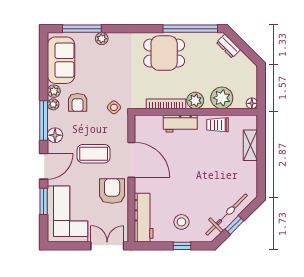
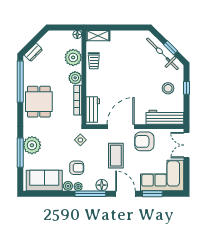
window: (82, 29) -> (20, 153), moved
plant: (102, 39) -> (32, 145), width x1.88, depth x1.88
workbench: (180, 124) -> (93, 109), moved
shelving: (250, 145) -> (98, 36), moved

